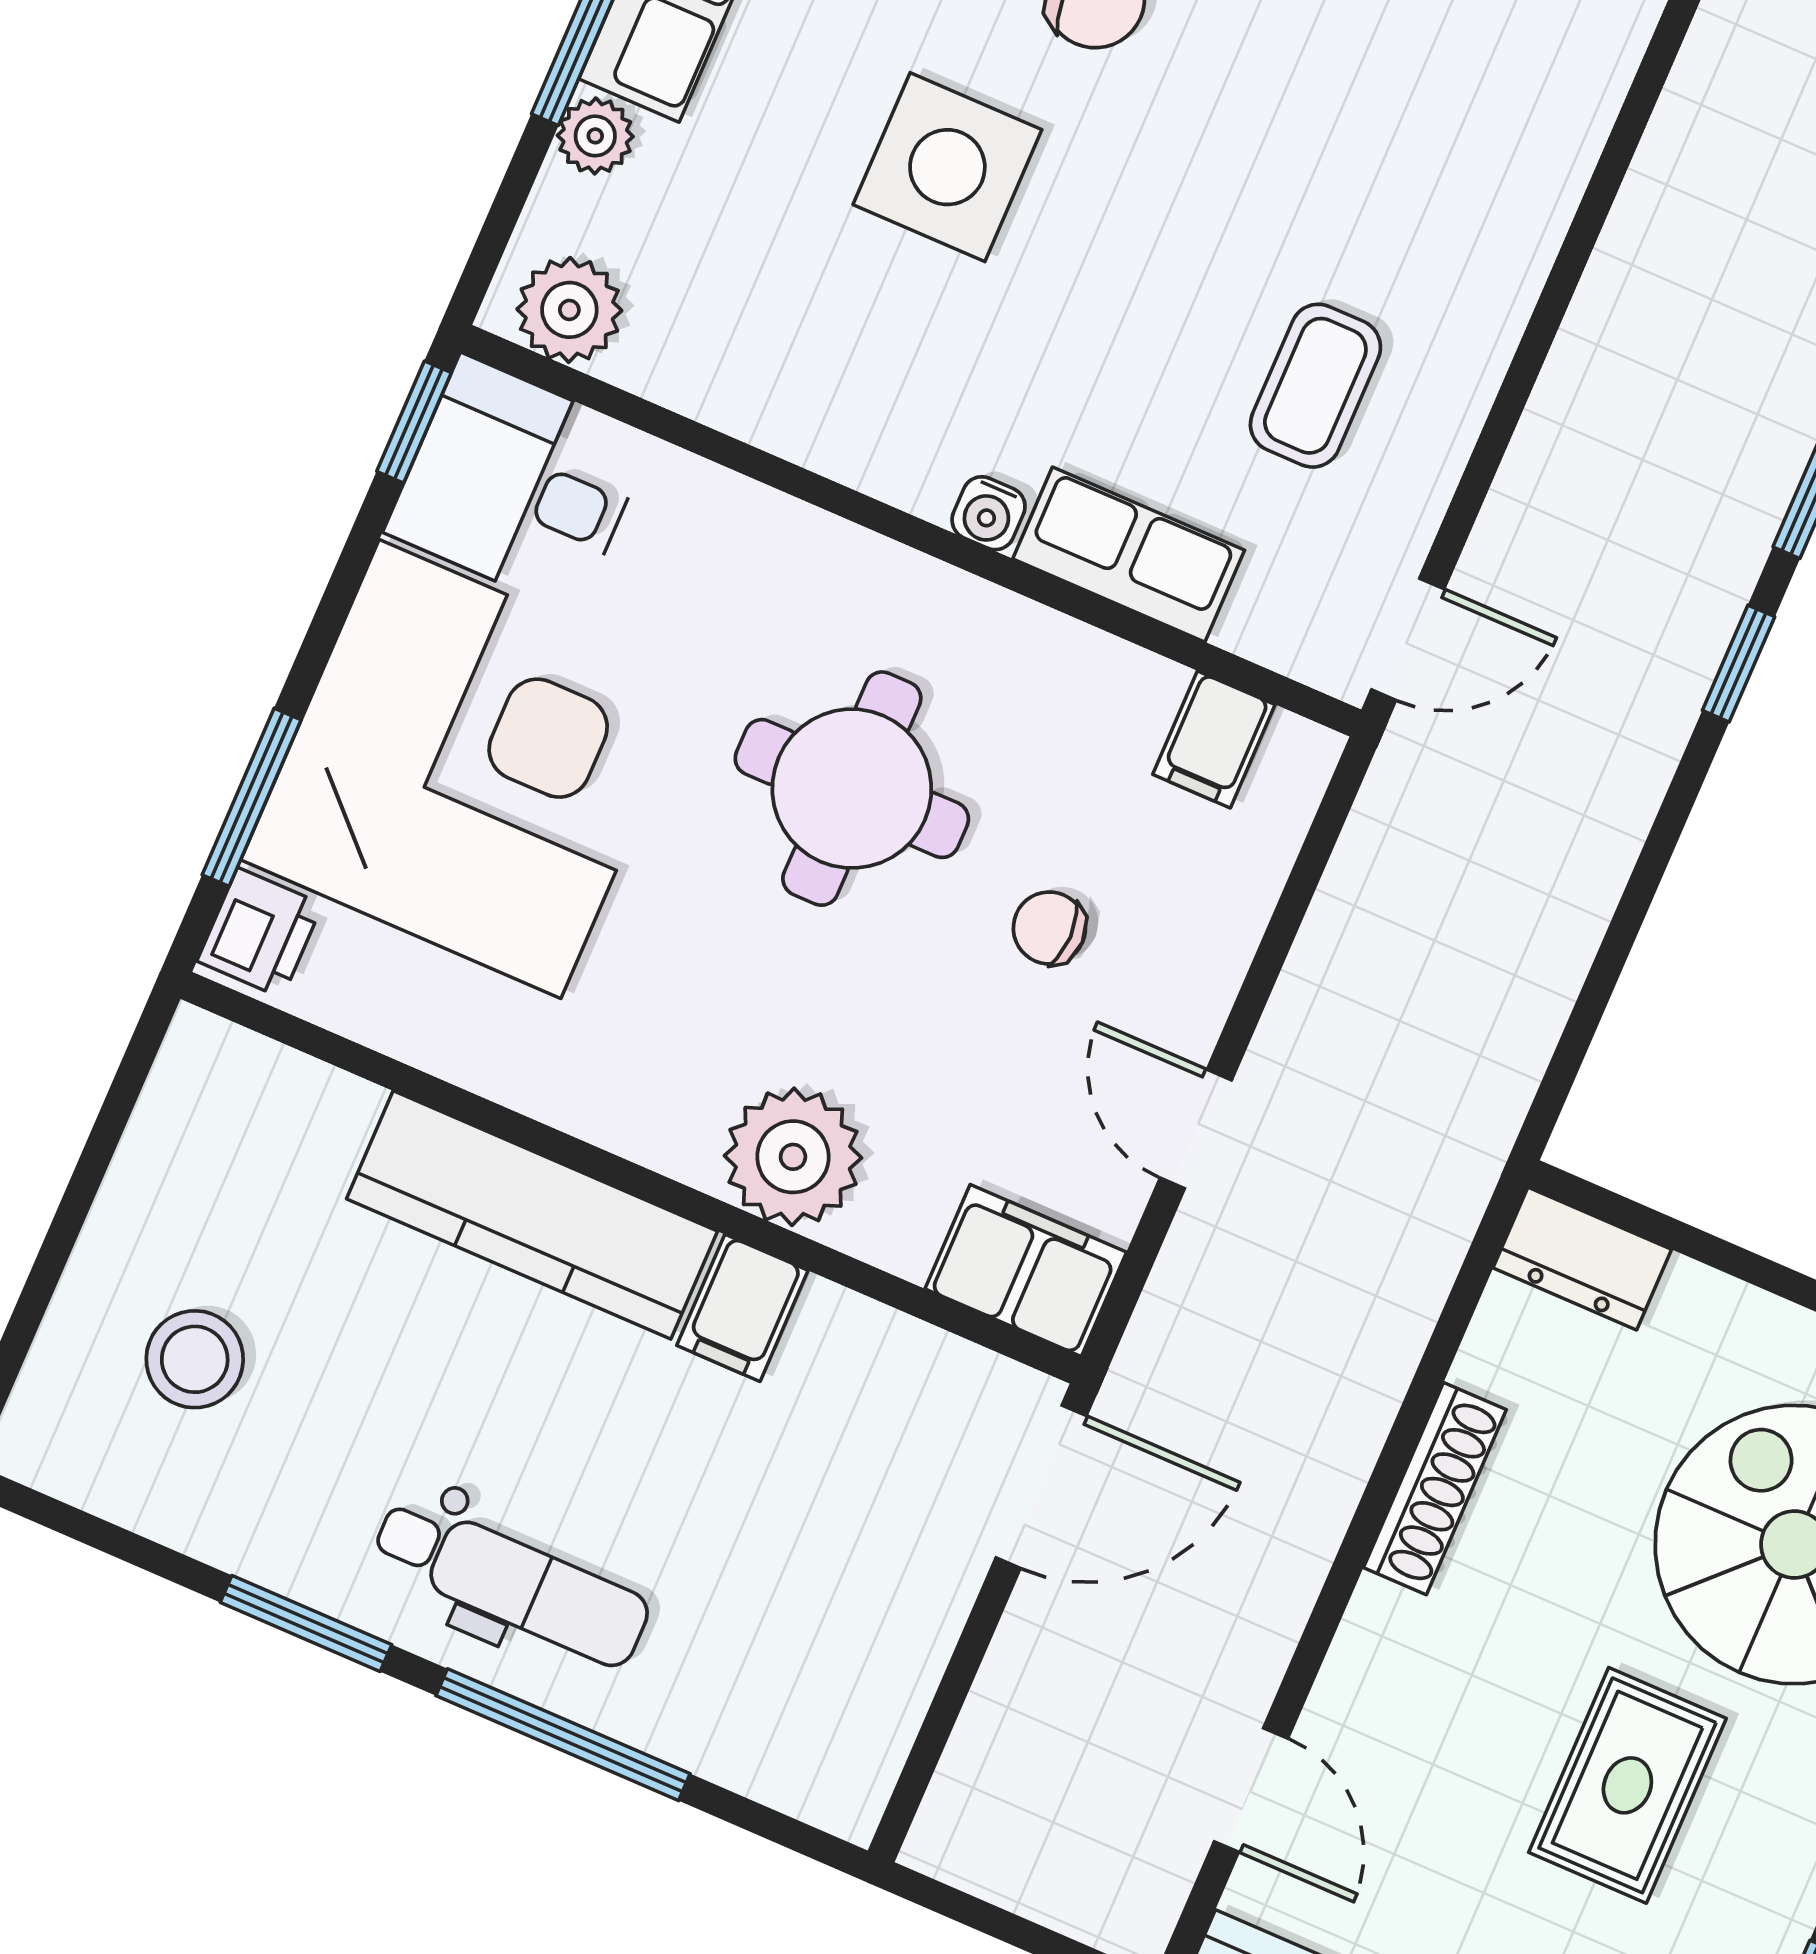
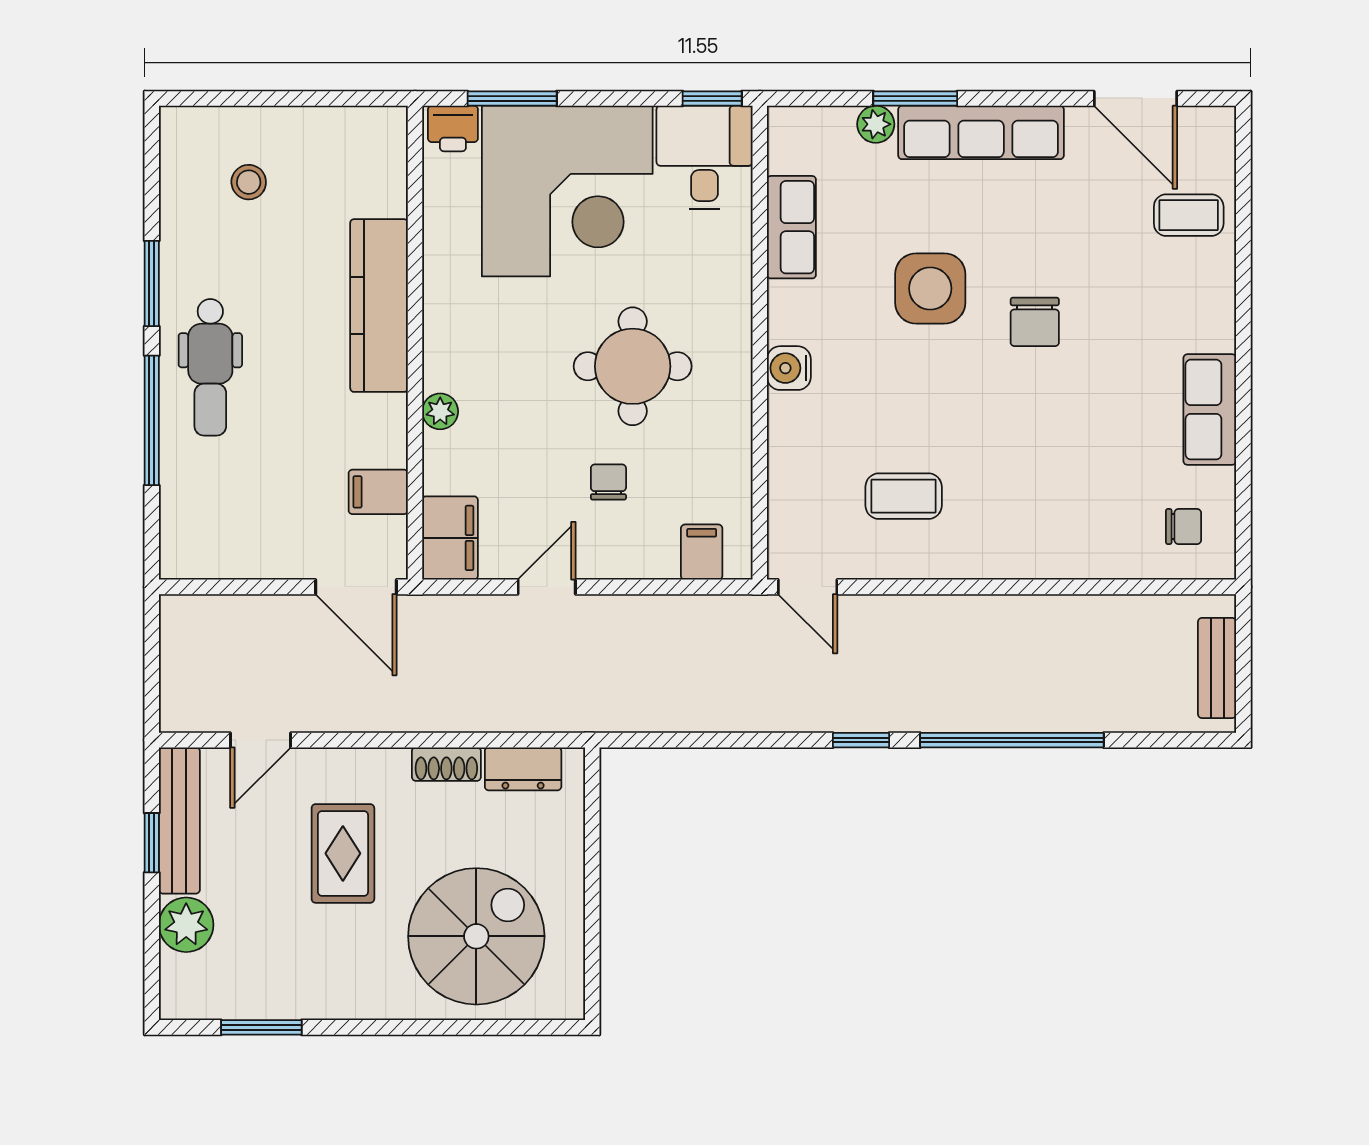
plant: (569, 310) -> (793, 146), removed
water cooler: (989, 513) -> (789, 368), width x1.38, depth x1.38
row of seats: (1129, 555) -> (791, 227), moved
filing cabinet: (1214, 739) -> (702, 552), moved, turned 90
plant: (793, 1157) -> (440, 411), width x0.53, depth x0.53
dresser: (1582, 1259) -> (523, 769), moved, turned -90
filing cabinet: (742, 1308) -> (378, 492), moved
stool: (195, 1359) -> (249, 182), width x0.73, depth x0.73
shoe rack: (1435, 1489) -> (446, 764), width x0.70
rug: (1627, 1785) -> (343, 853), moved, turned 90

